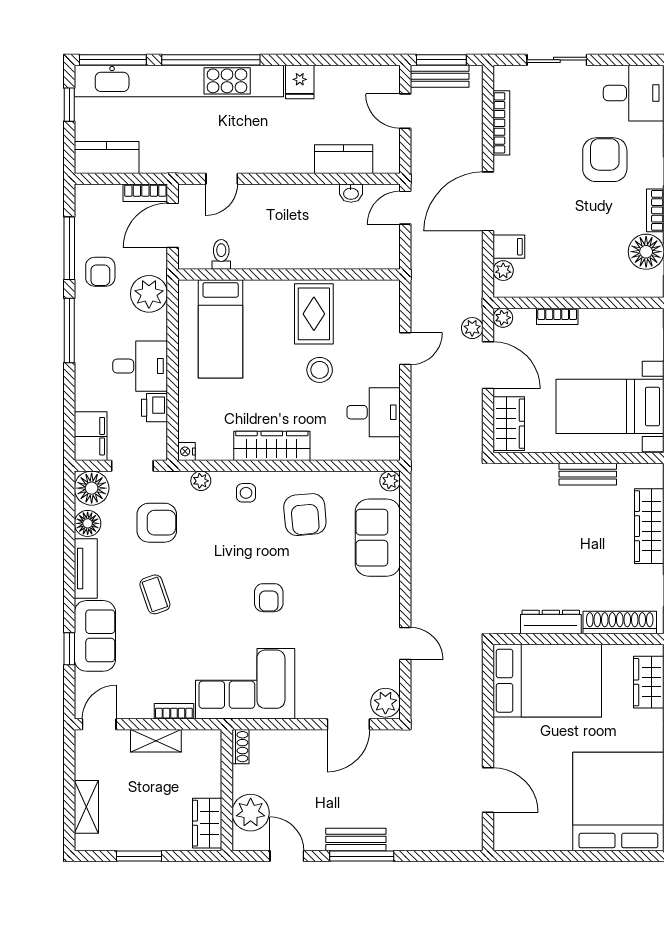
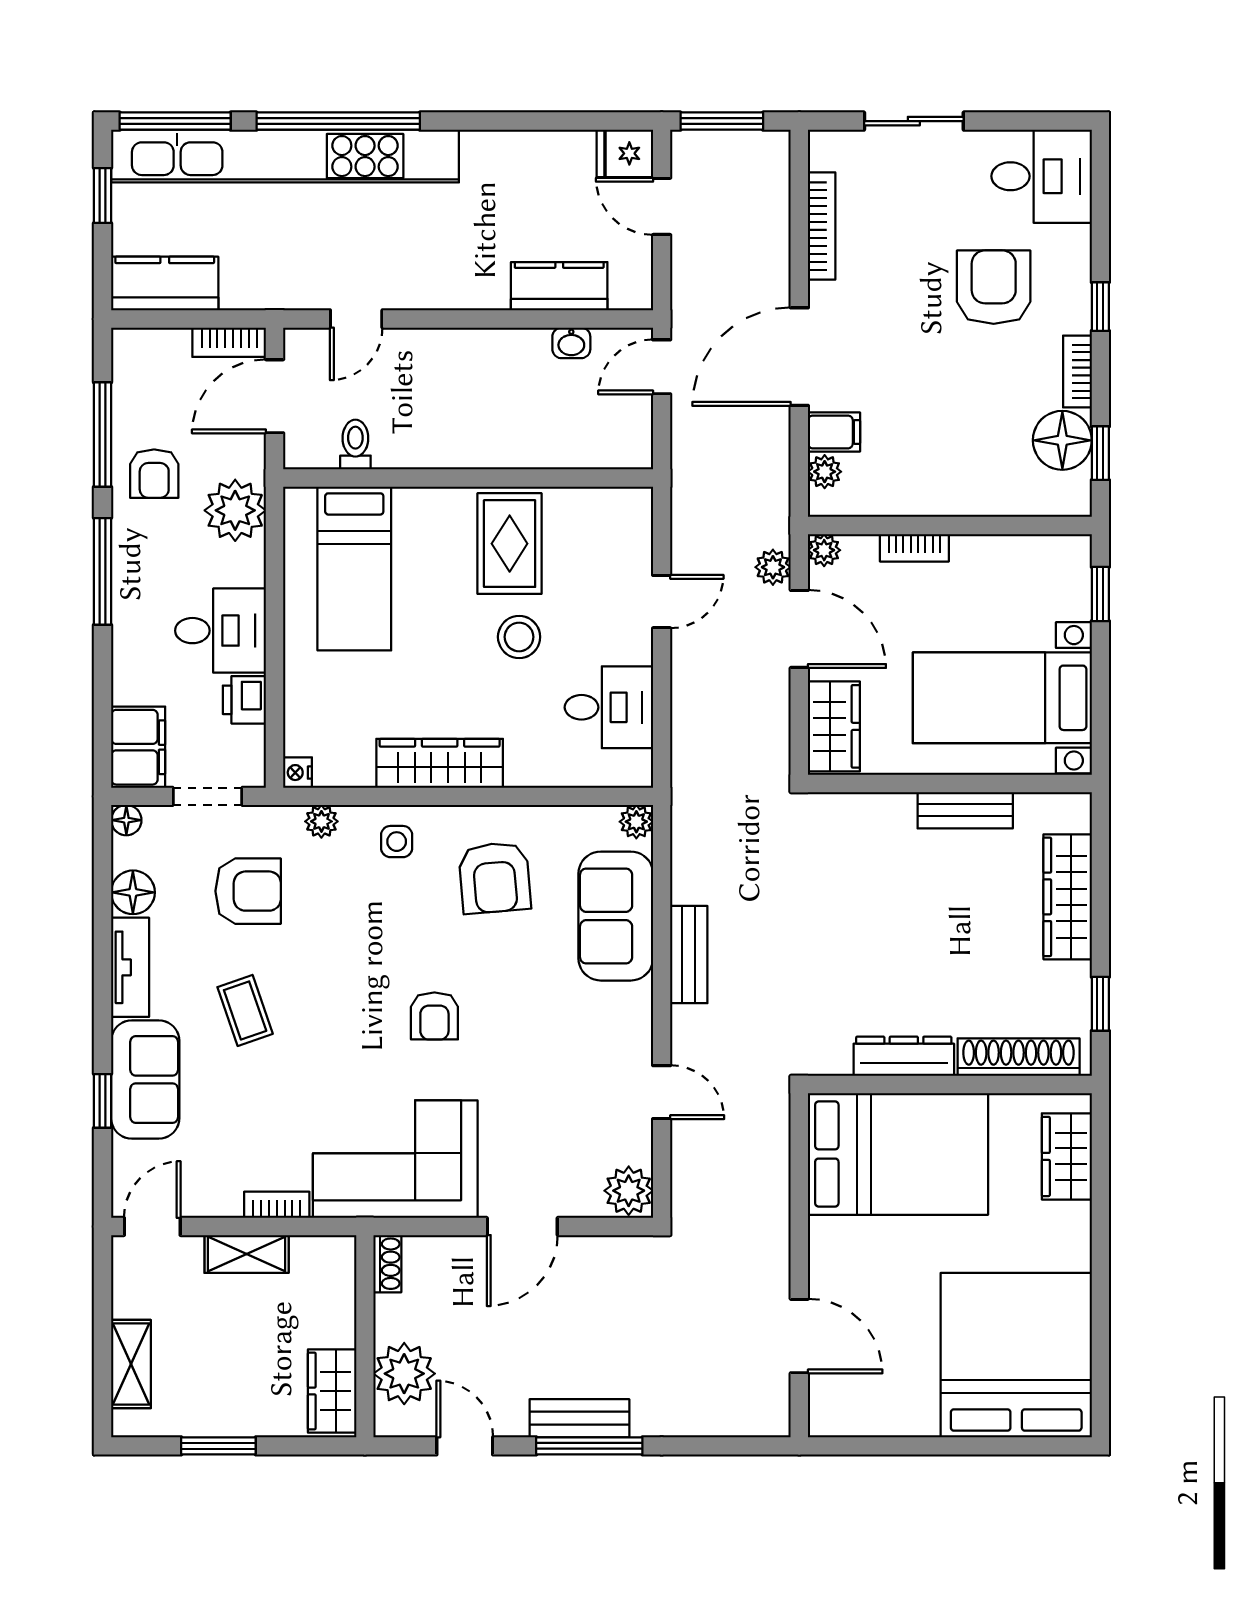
bench: (440, 76) -> (689, 955), moved, turned 90
fridge: (300, 82) -> (625, 153), moved, turned 90
floor lamp: (92, 488) -> (126, 820), width x0.53, depth x0.53
door: (348, 724) -> (522, 1226), moved

